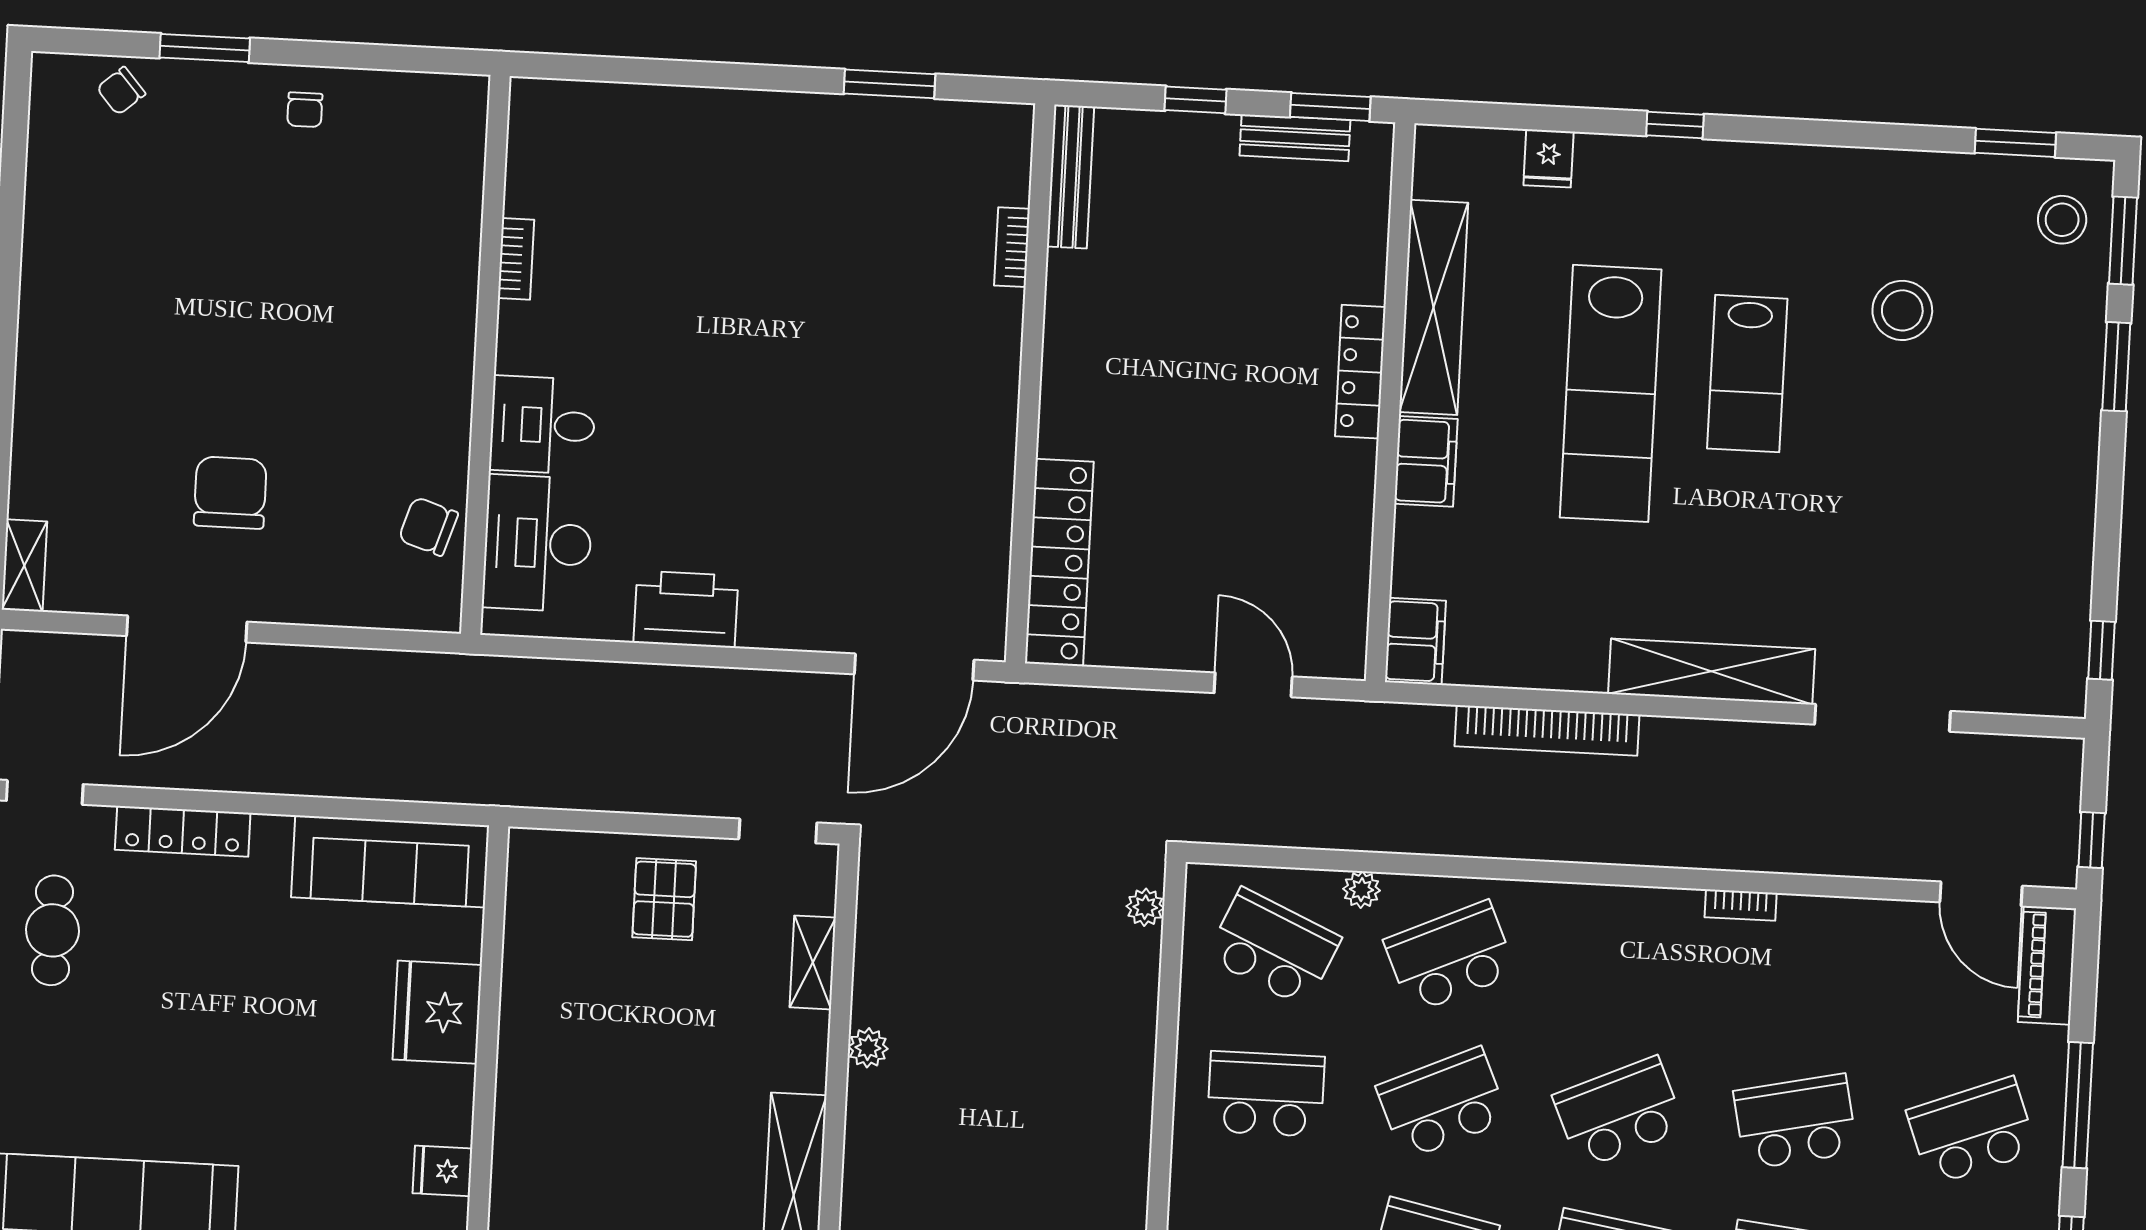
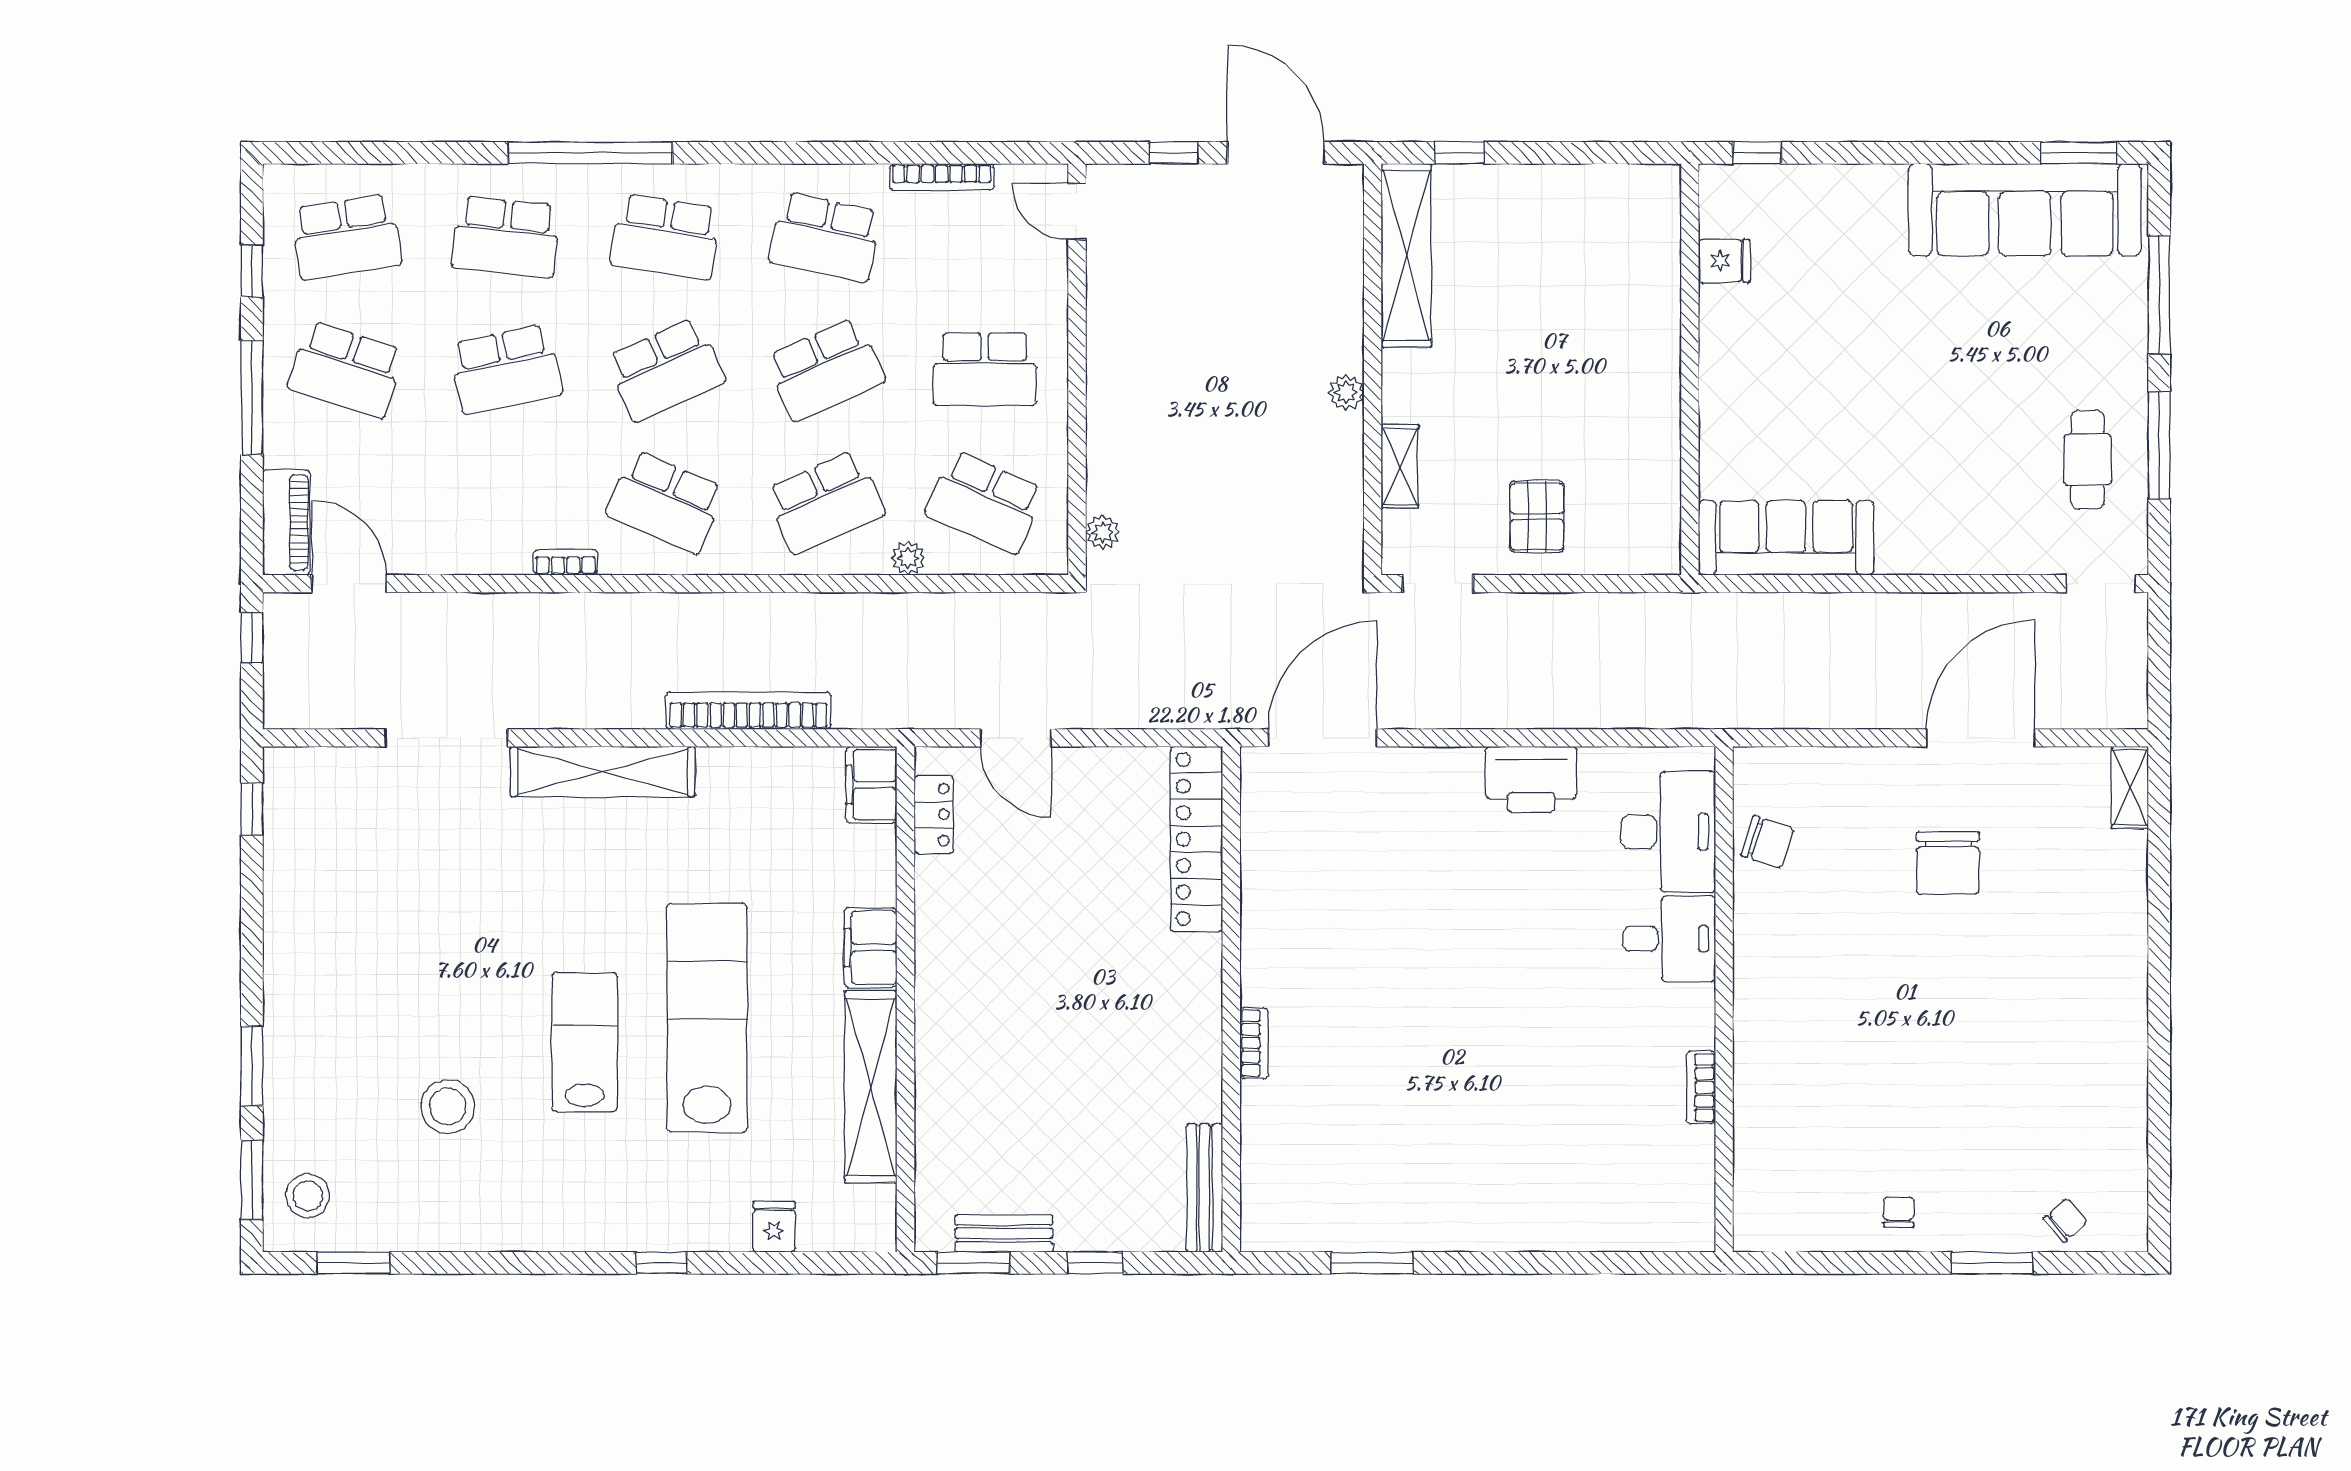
bookcase: (1012, 247) -> (1254, 1043), moved
locker: (1360, 372) -> (934, 814), moved, width x0.66
locker: (183, 831) -> (1975, 555), removed
school desk: (1627, 966) -> (666, 502), added
fridge: (437, 1012) -> (1736, 404), removed
school desk: (1972, 1131) -> (346, 369), turned 39

